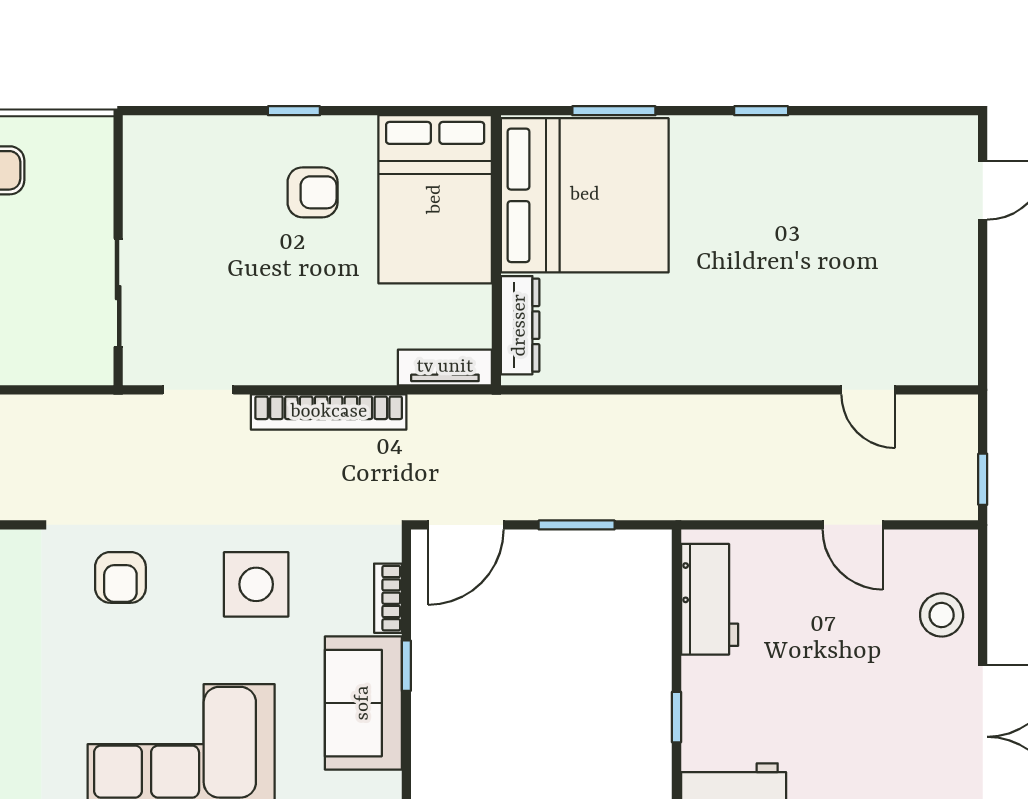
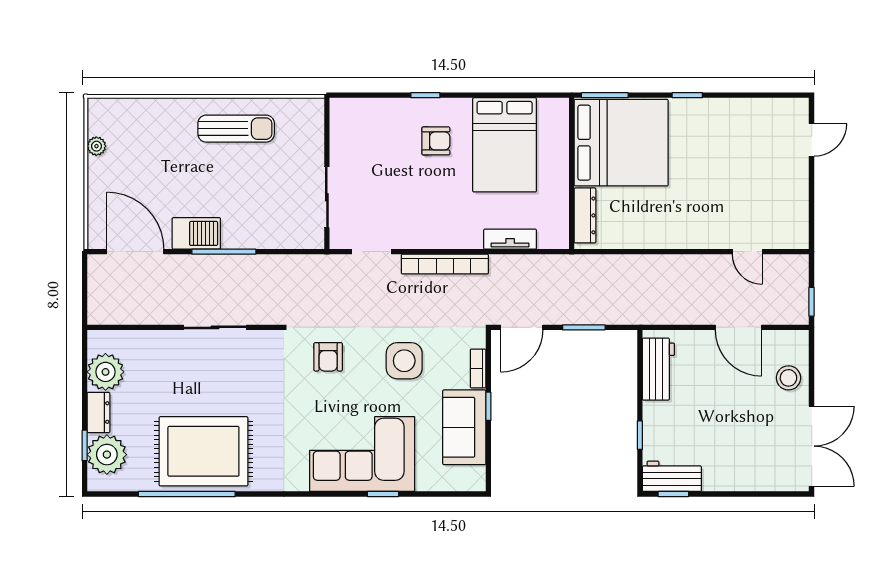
bed: (585, 195) -> (621, 143), moved
wall: (496, 250) -> (572, 173), moved
dresser: (520, 325) -> (585, 215), moved
door: (853, 525) -> (739, 327), width x1.38

